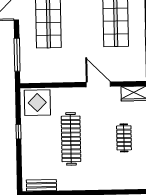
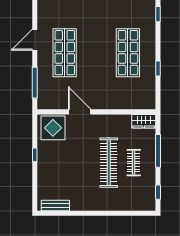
door: (98, 84) -> (80, 112), moved
clothes rail: (71, 139) -> (109, 163), moved

